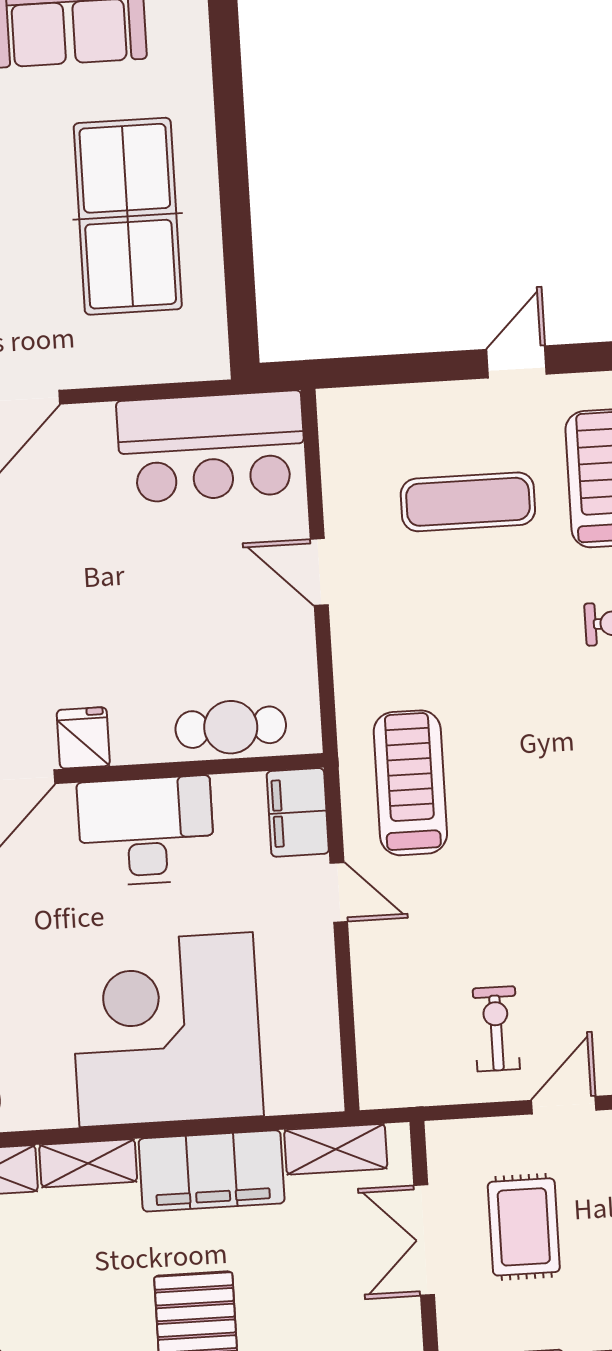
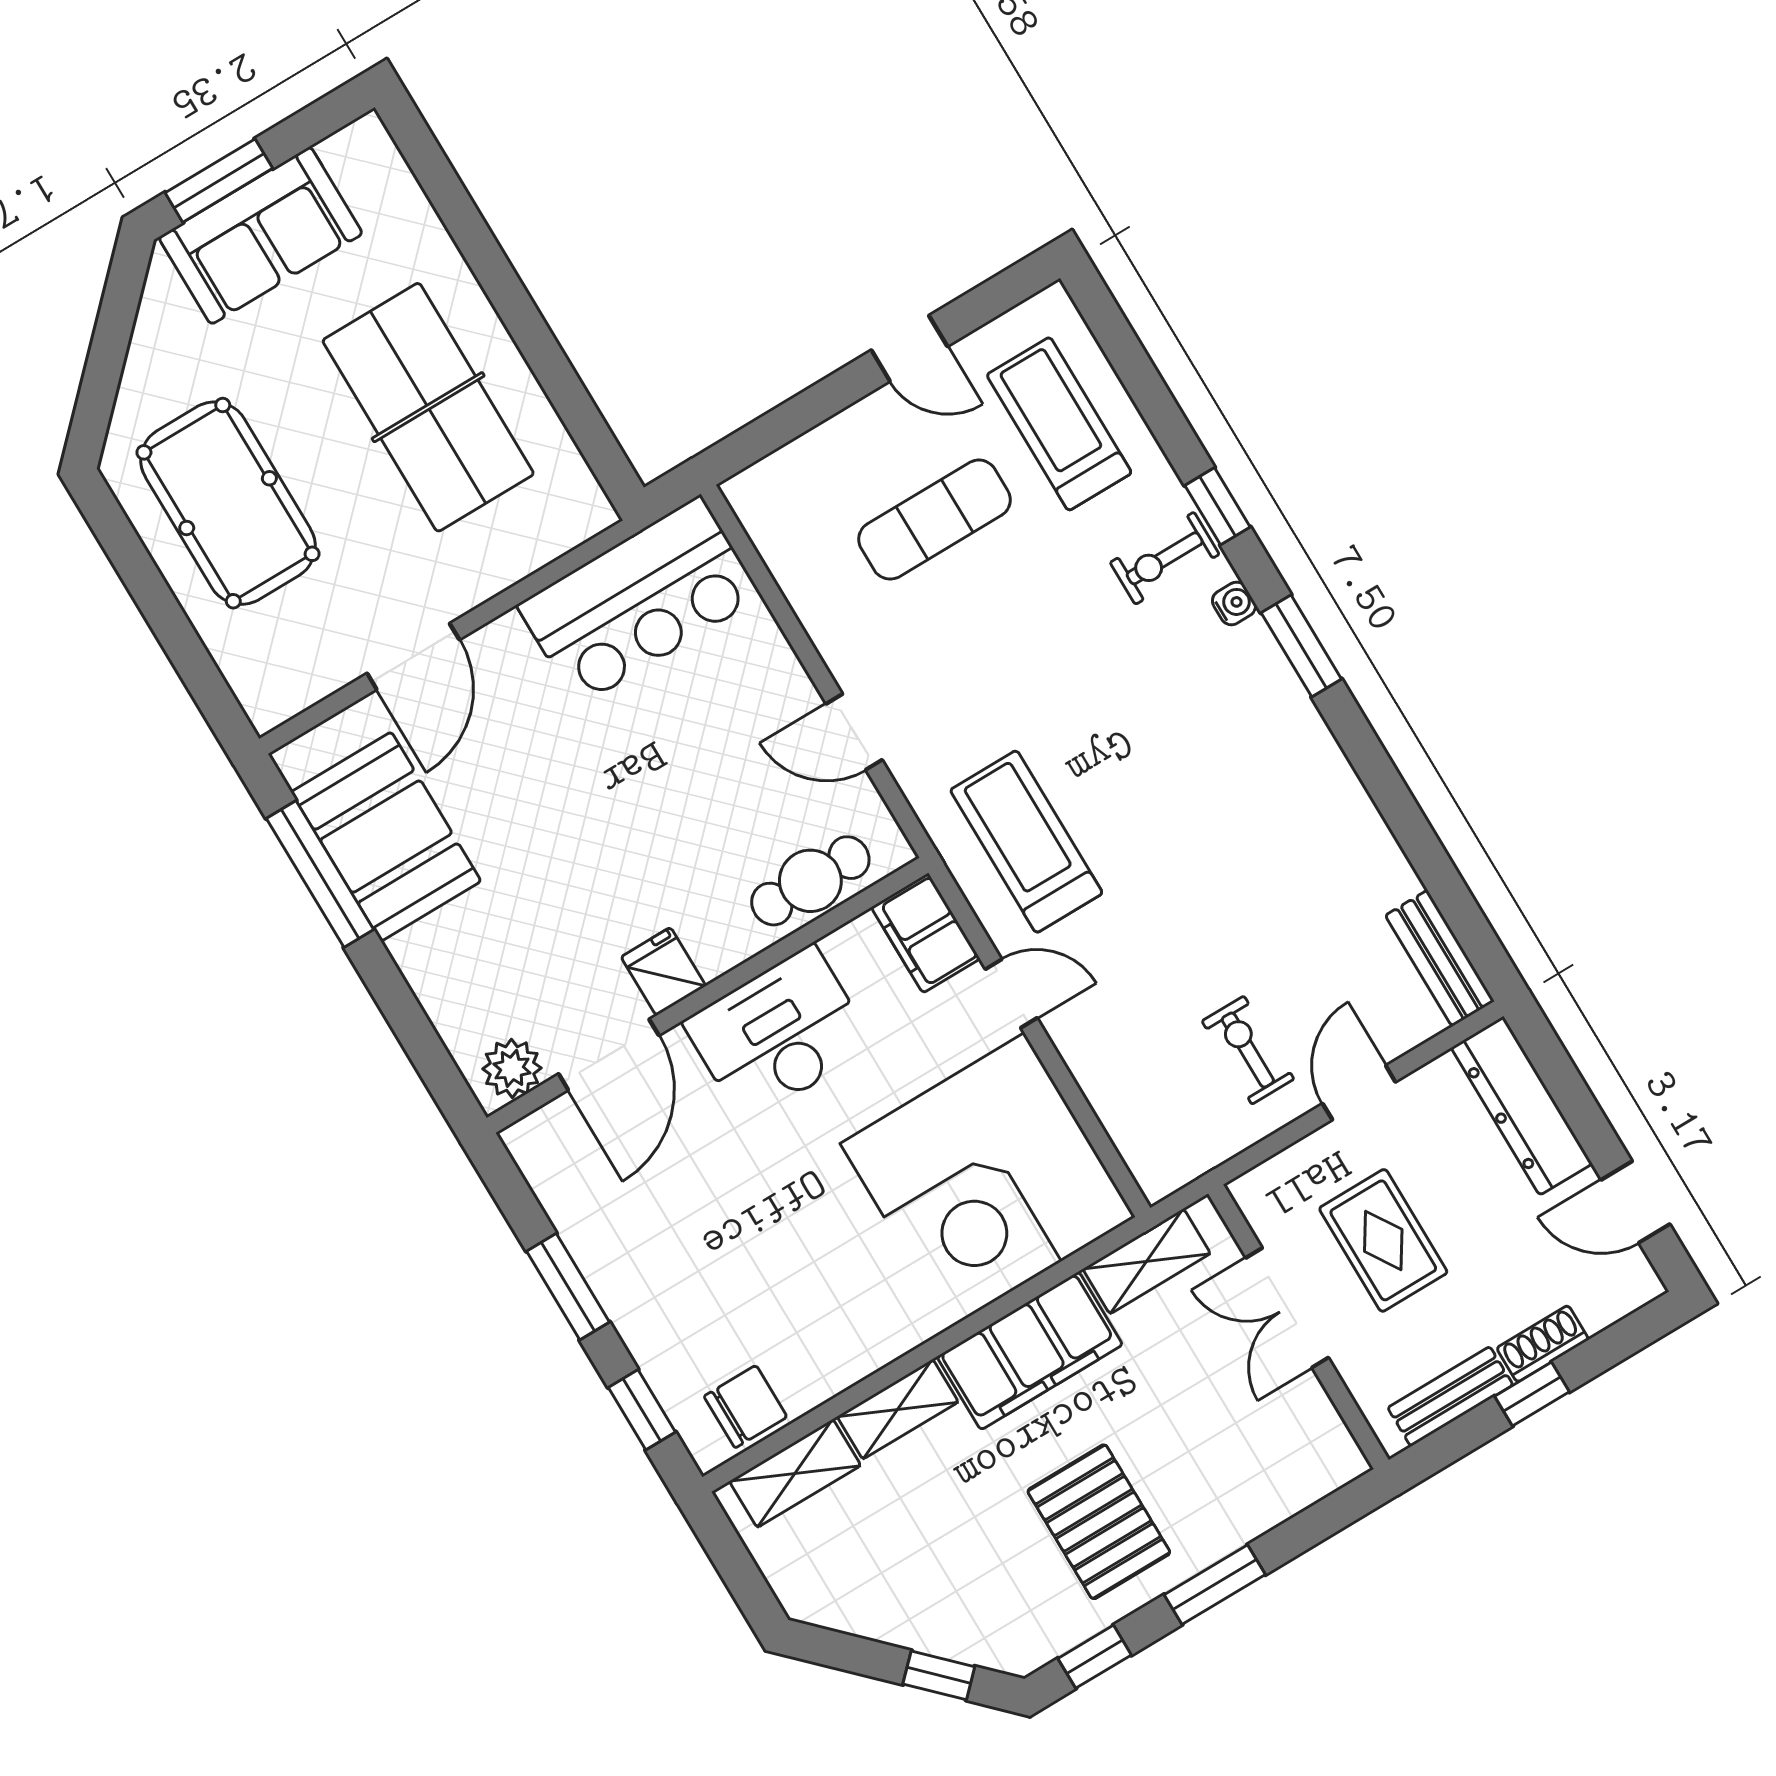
door: (517, 362) -> (909, 348), swing flipped
door: (319, 572) -> (854, 732), moved
corner desk: (166, 1030) -> (988, 1180), moved, turned -90

